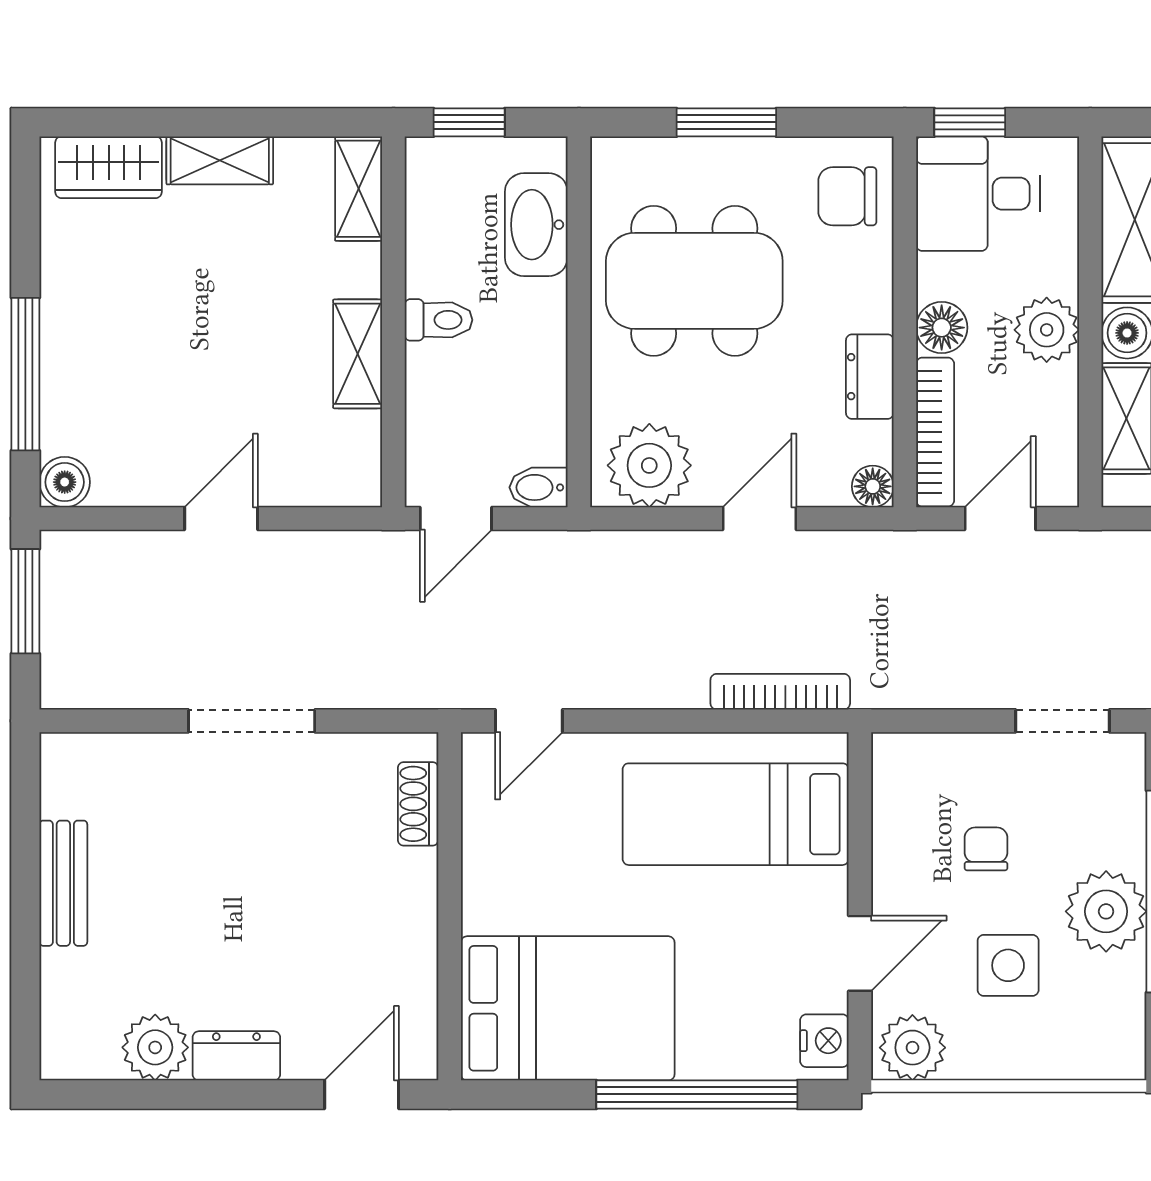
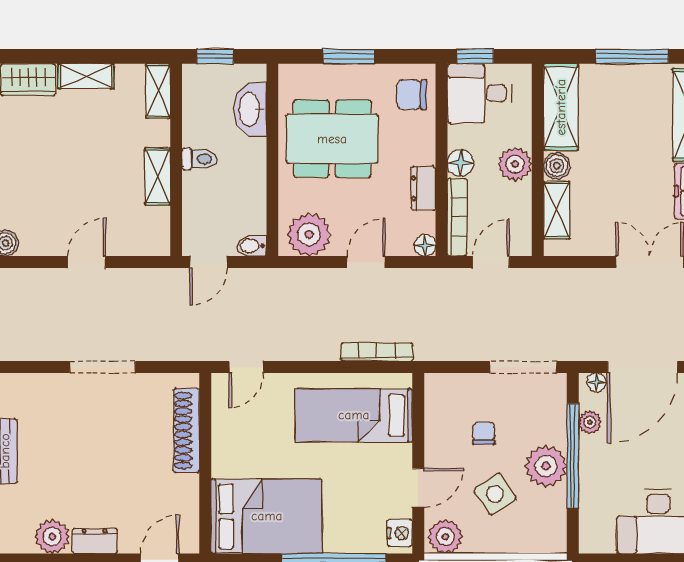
doorway: (1062, 721) -> (523, 367), width x1.38
shoe rack: (418, 804) -> (186, 431), width x1.94, depth x1.24
side table: (1008, 965) -> (495, 494), turned -34

